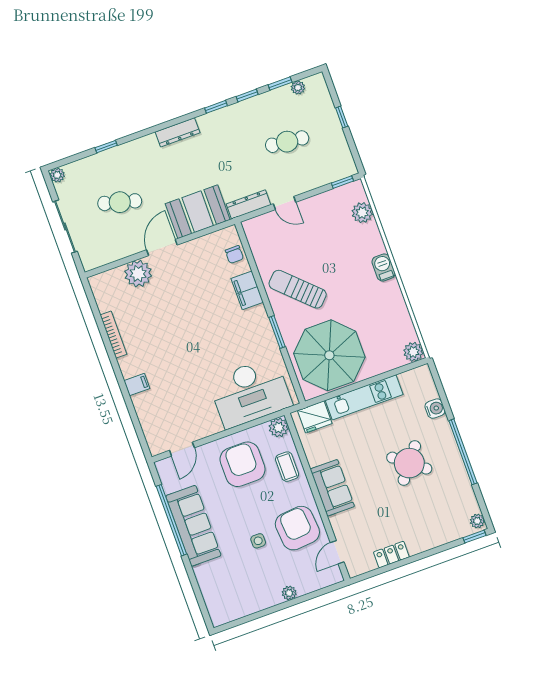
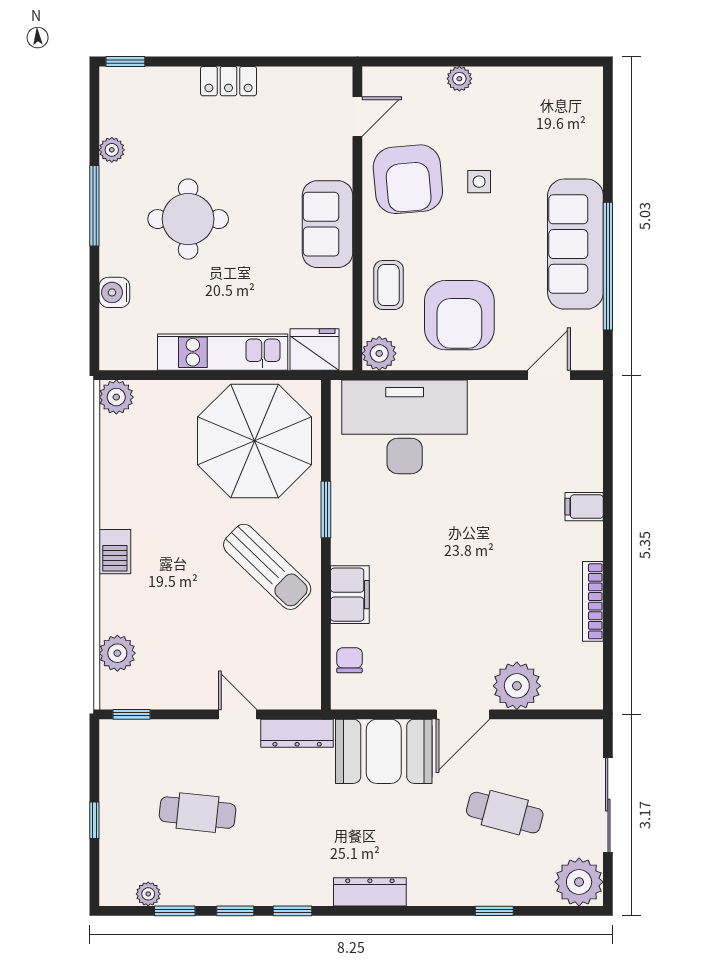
plant: (57, 175) -> (579, 882), width x1.88, depth x1.88
window: (463, 452) -> (94, 206), width x0.68
round table: (409, 463) -> (188, 219), turned -38
plant: (477, 521) -> (112, 150), moved
locker: (391, 555) -> (228, 81), moved

